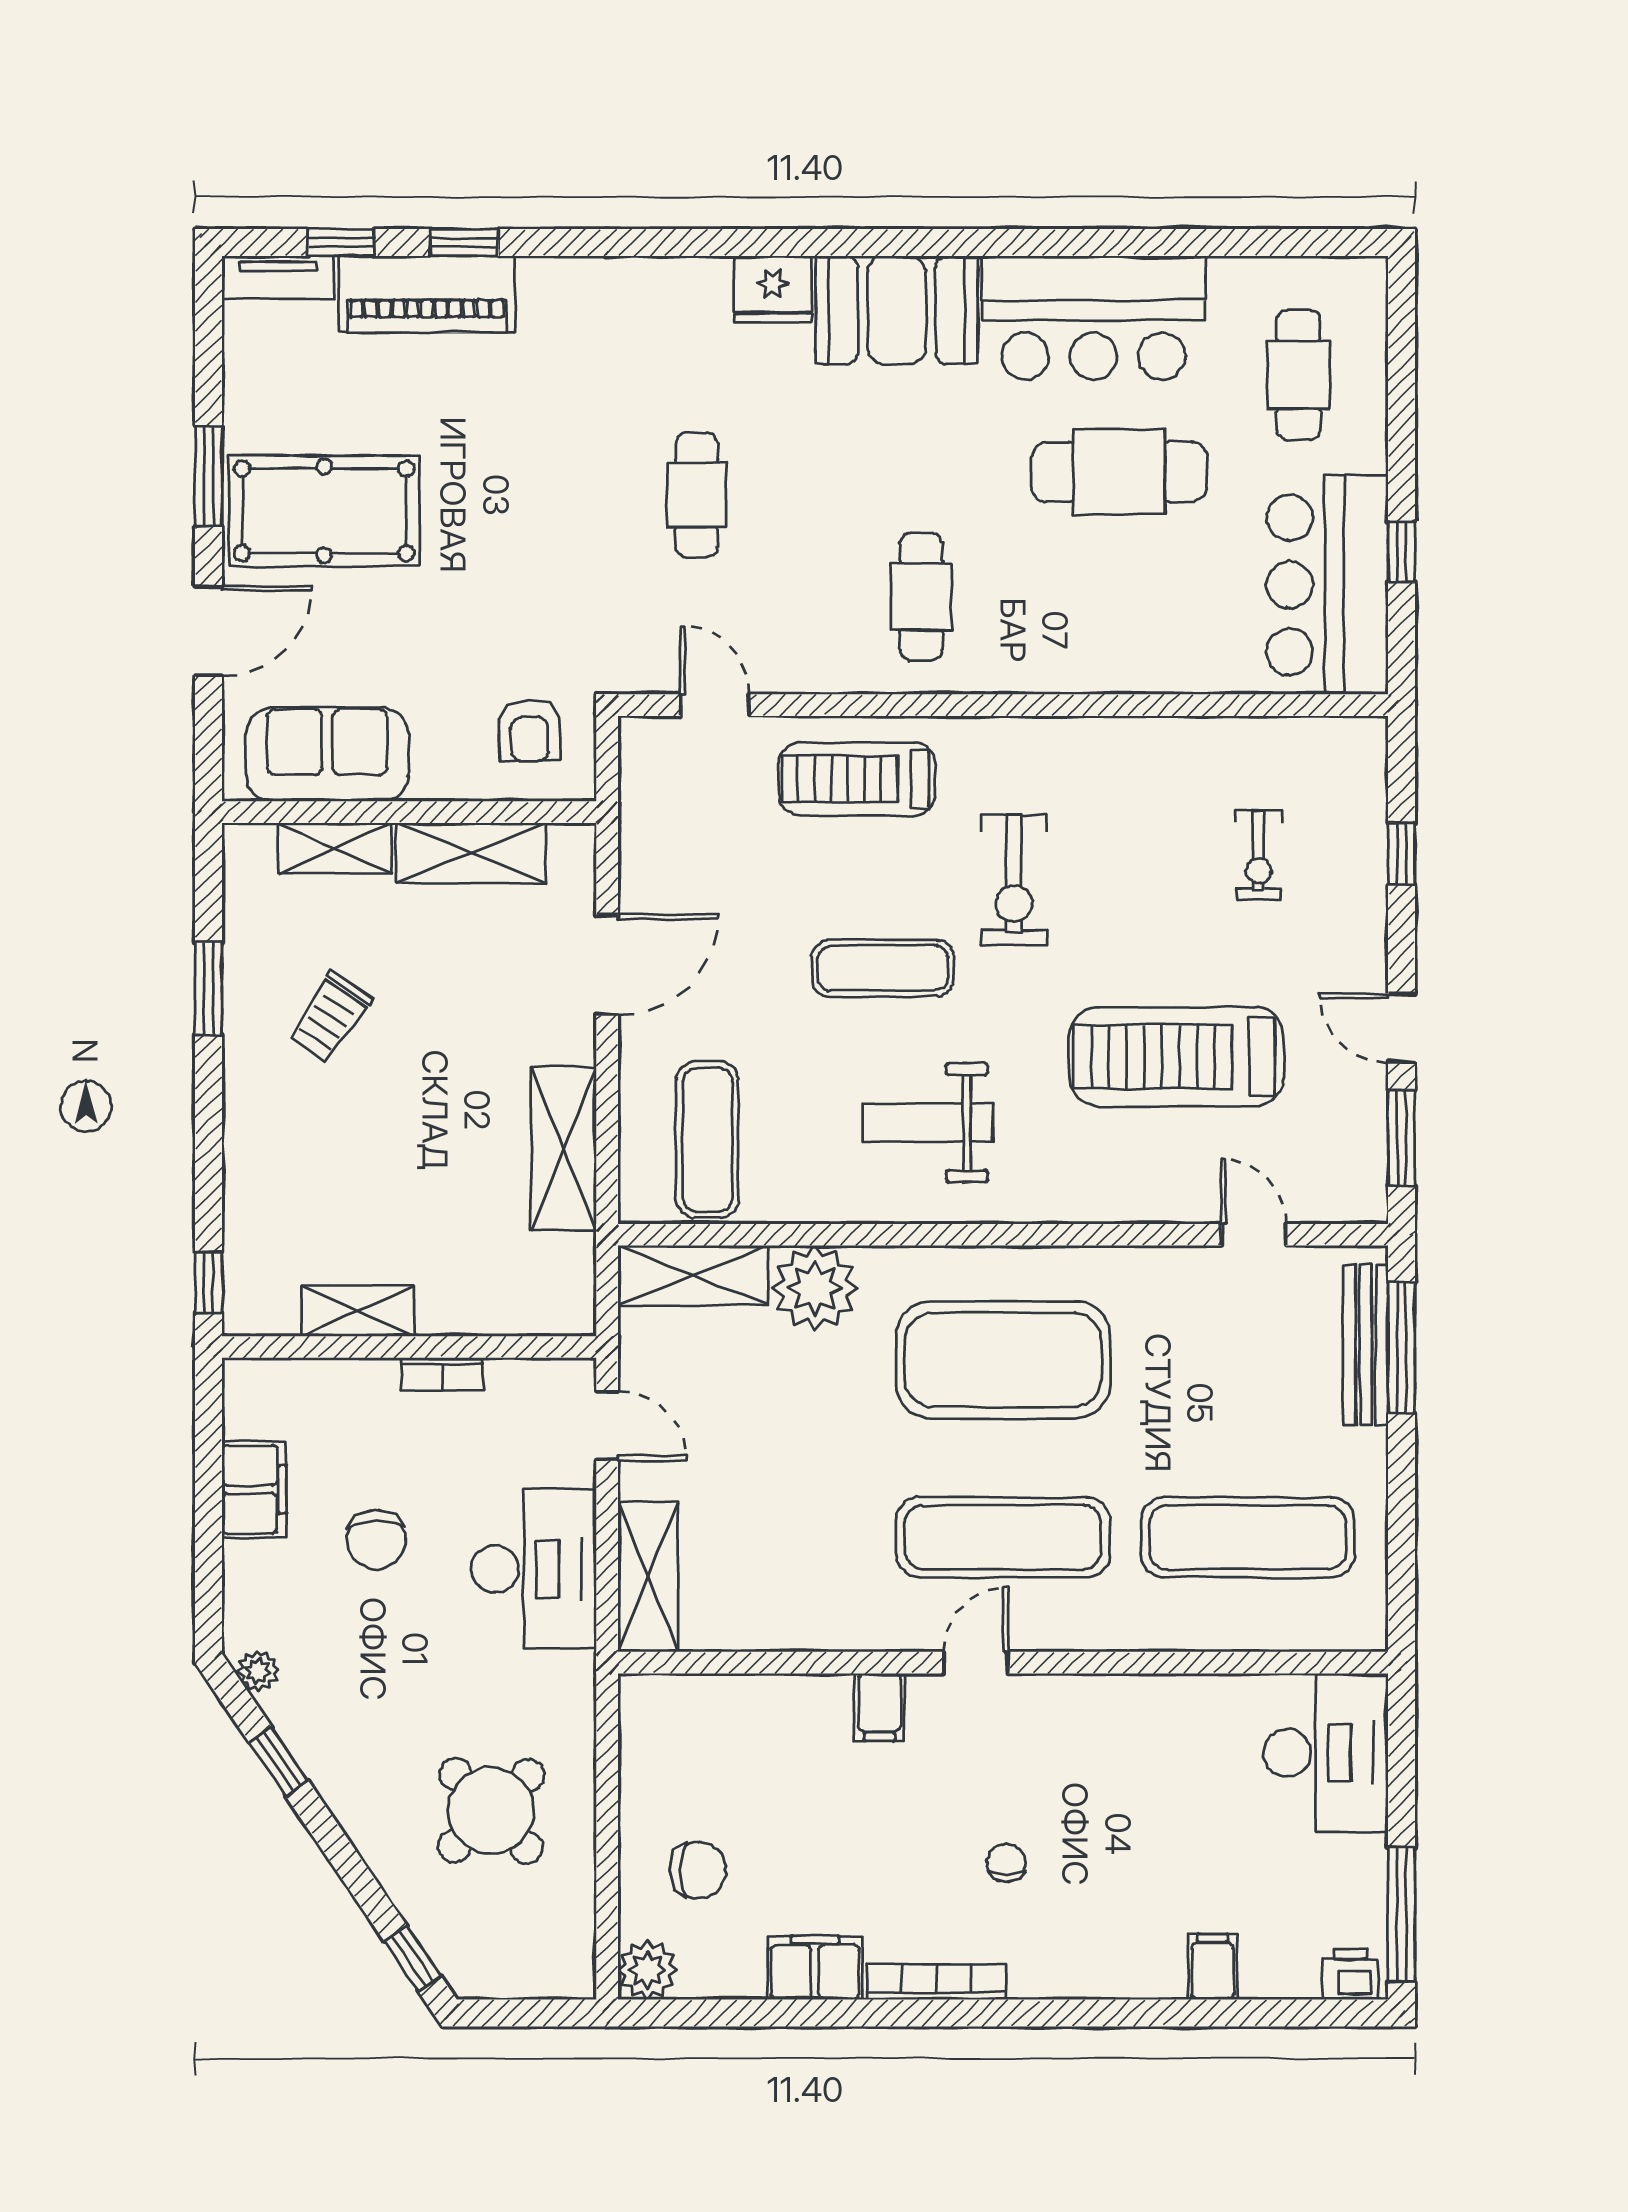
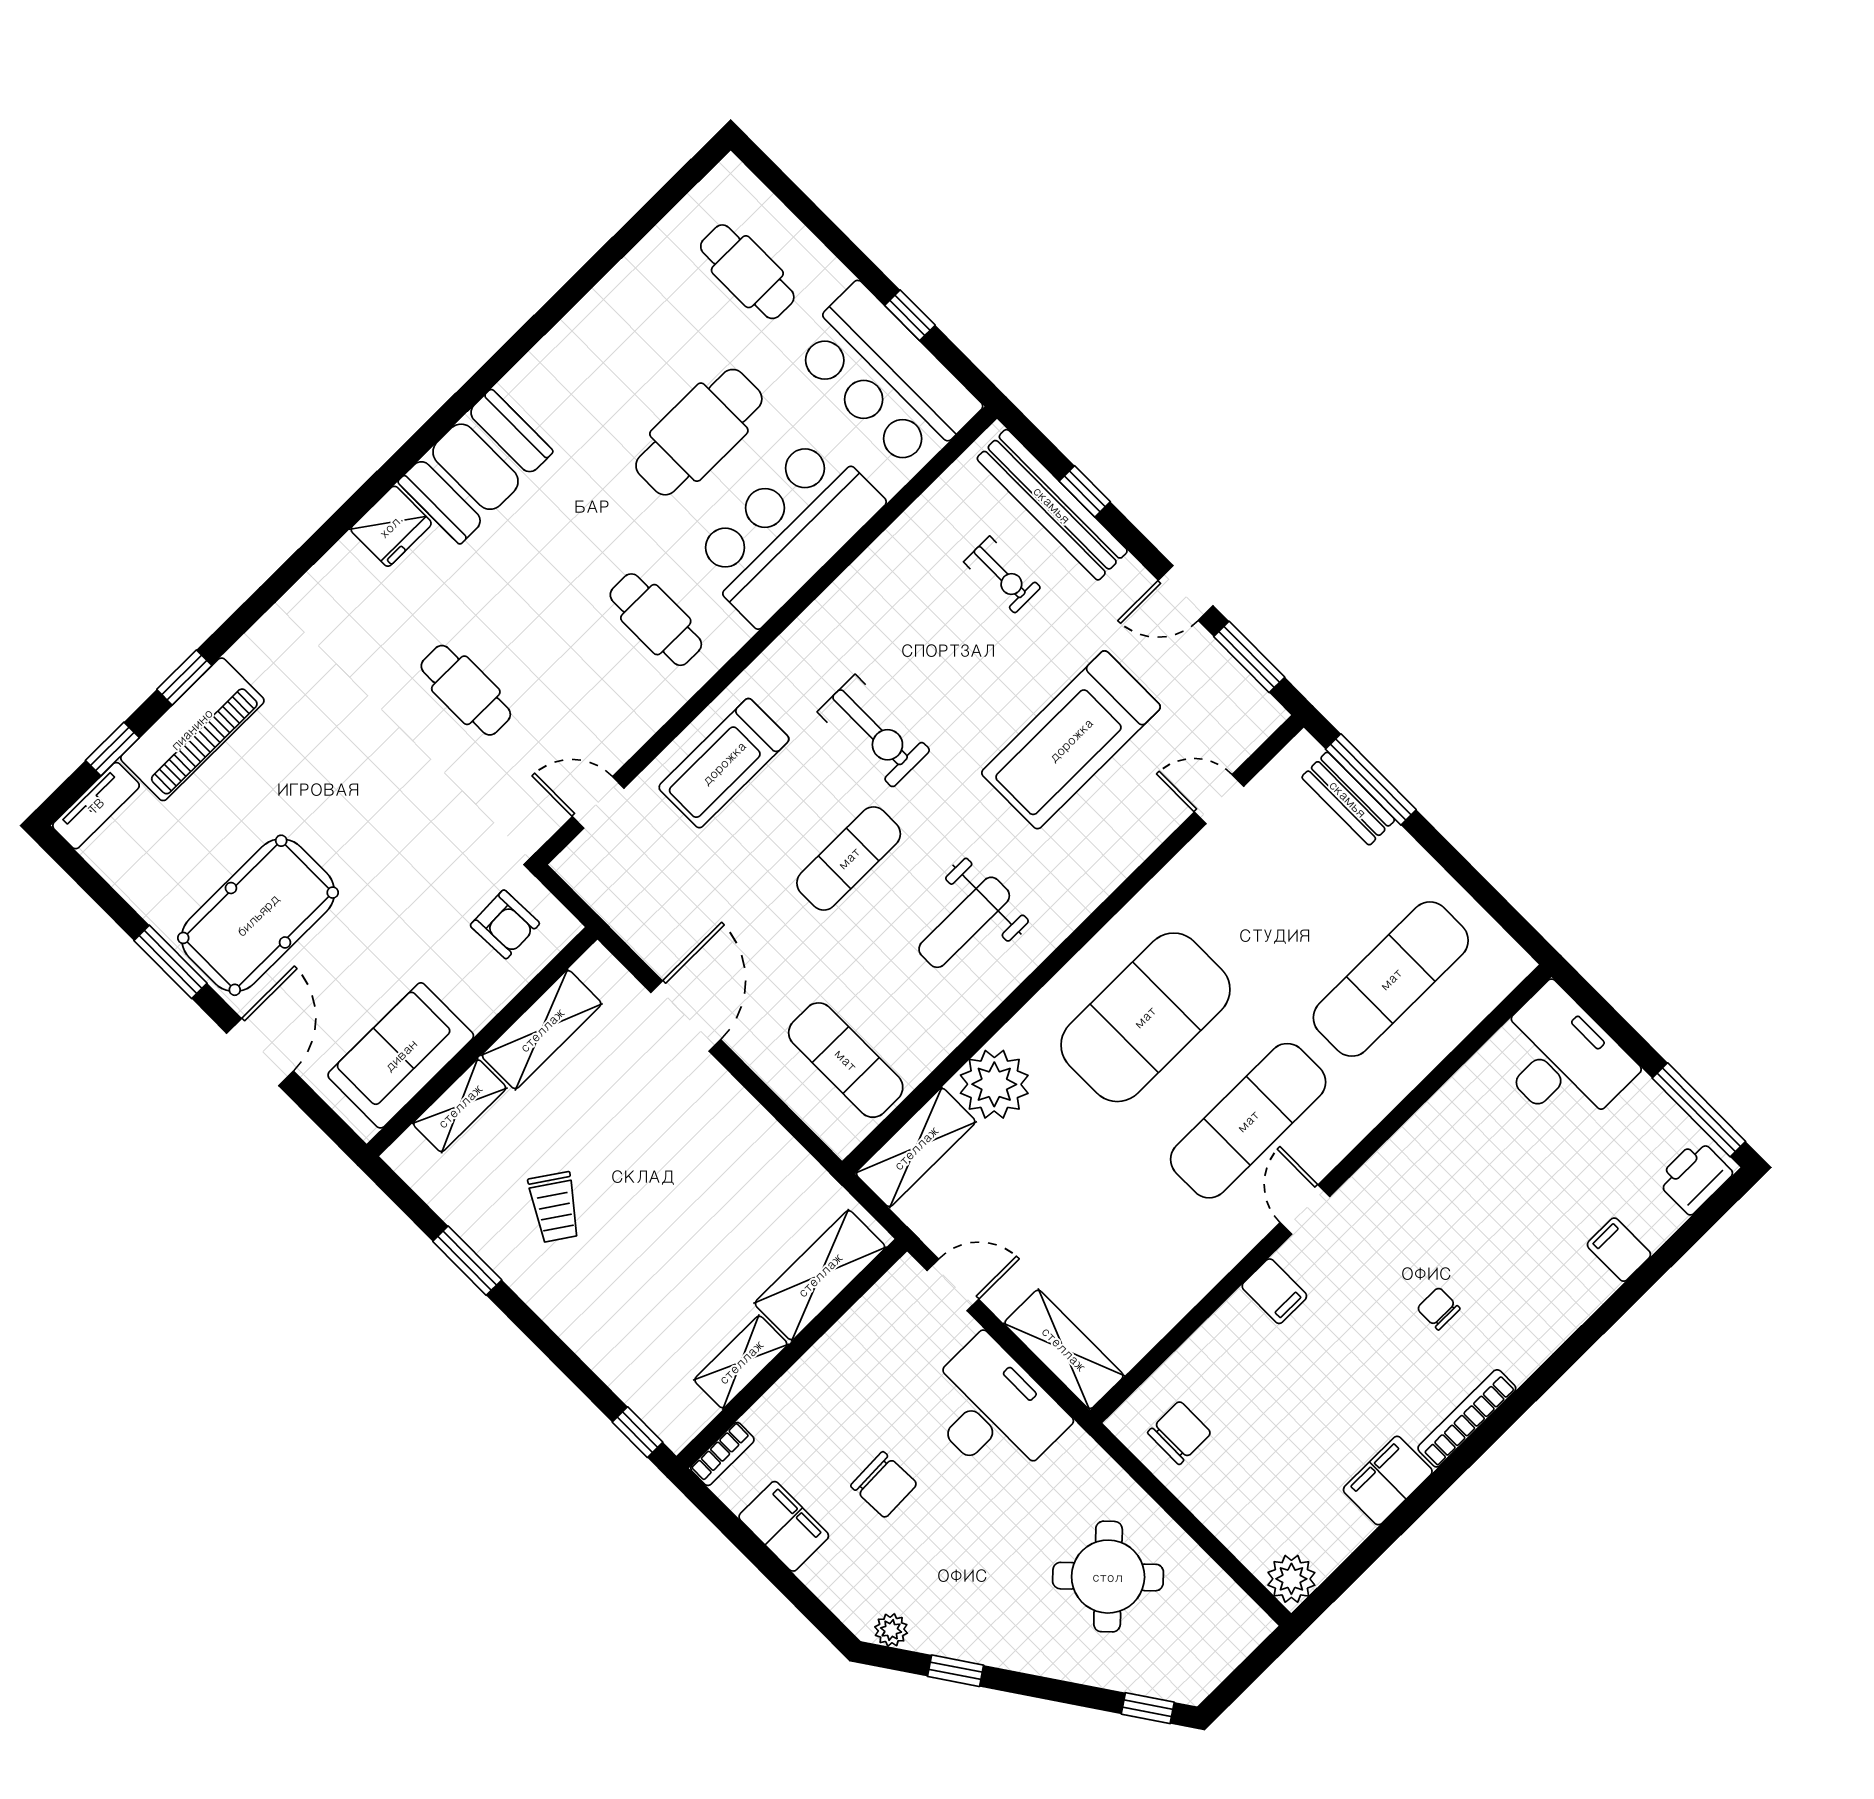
bar counter: (1093, 318) -> (787, 530), moved, turned 180
bench: (1362, 837) -> (1052, 505), added
shelving: (564, 1149) -> (820, 1275), moved, turned 90
bench: (1366, 1345) -> (1348, 799), width x0.73
bookcase: (442, 1374) -> (722, 1454), moved
chair: (698, 1870) -> (1179, 1433), moved
printer: (1350, 1974) -> (1694, 1177), width x1.36, depth x1.24

